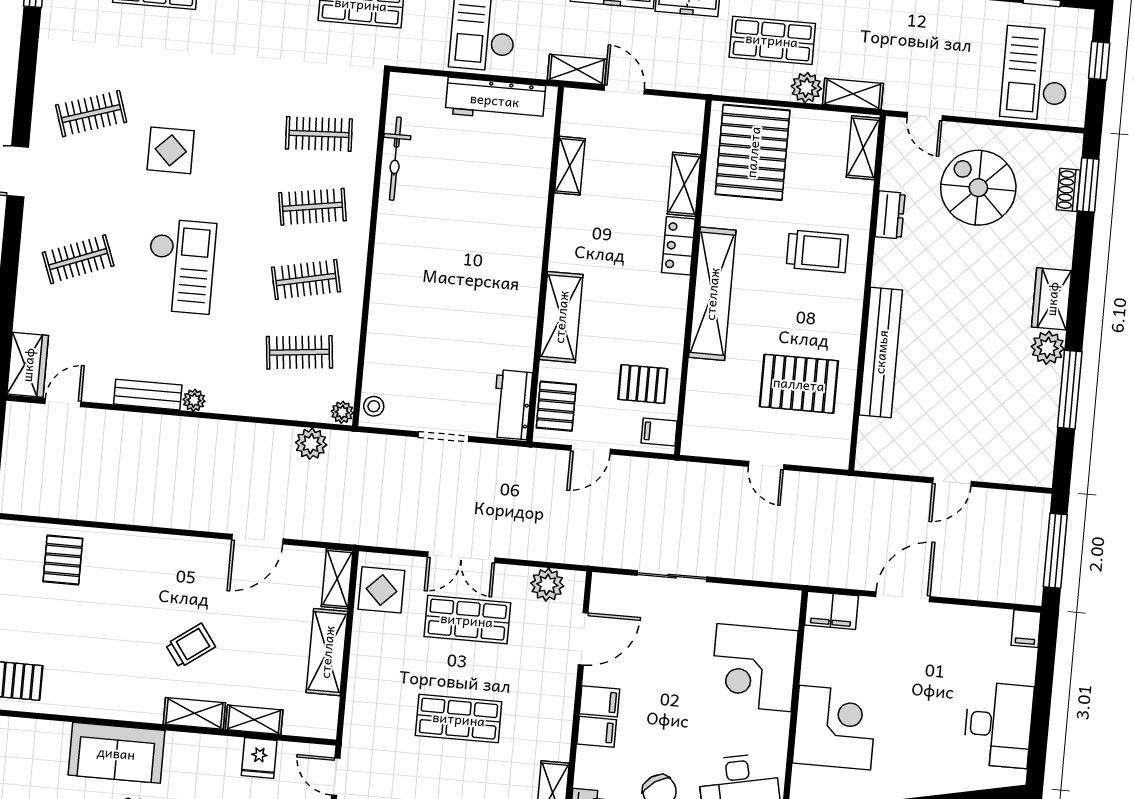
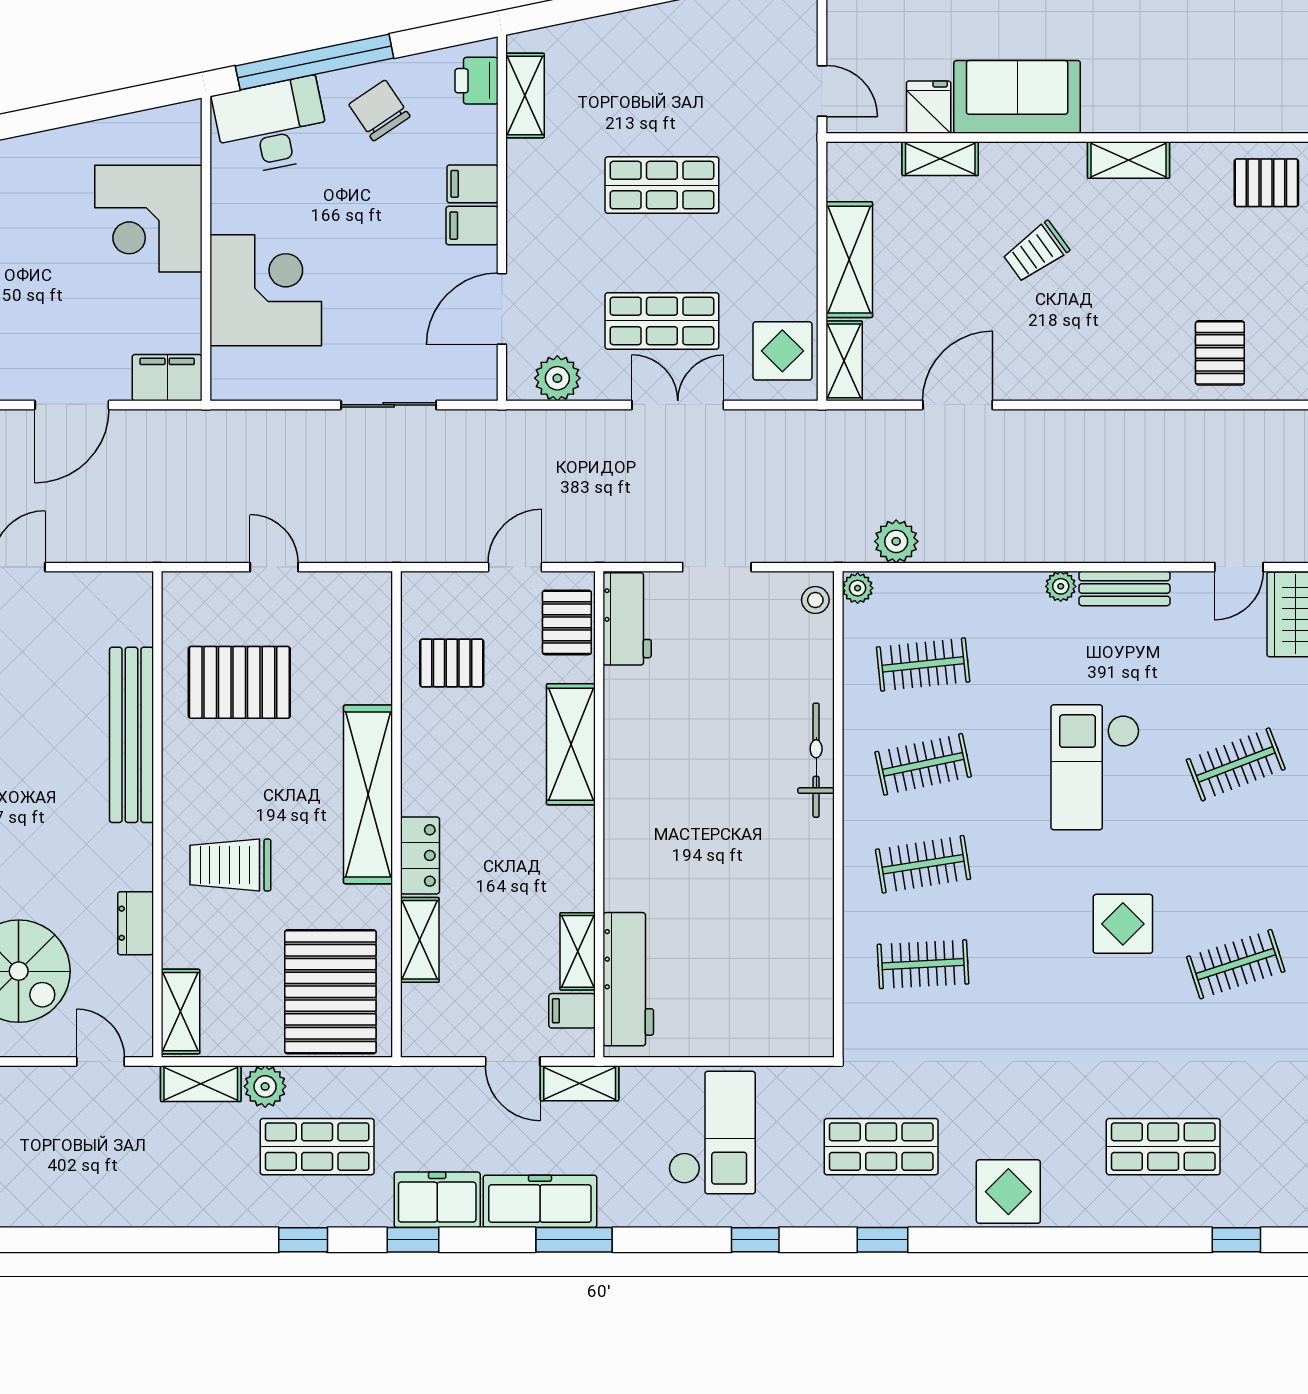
workbench: (495, 100) -> (628, 979), moved, turned 90
bicycle: (395, 159) -> (816, 760), moved
filing cabinet: (659, 432) -> (572, 1011), moved, turned 180
shelving: (194, 713) -> (1128, 160), moved
sofa: (116, 753) -> (1017, 97), moved

